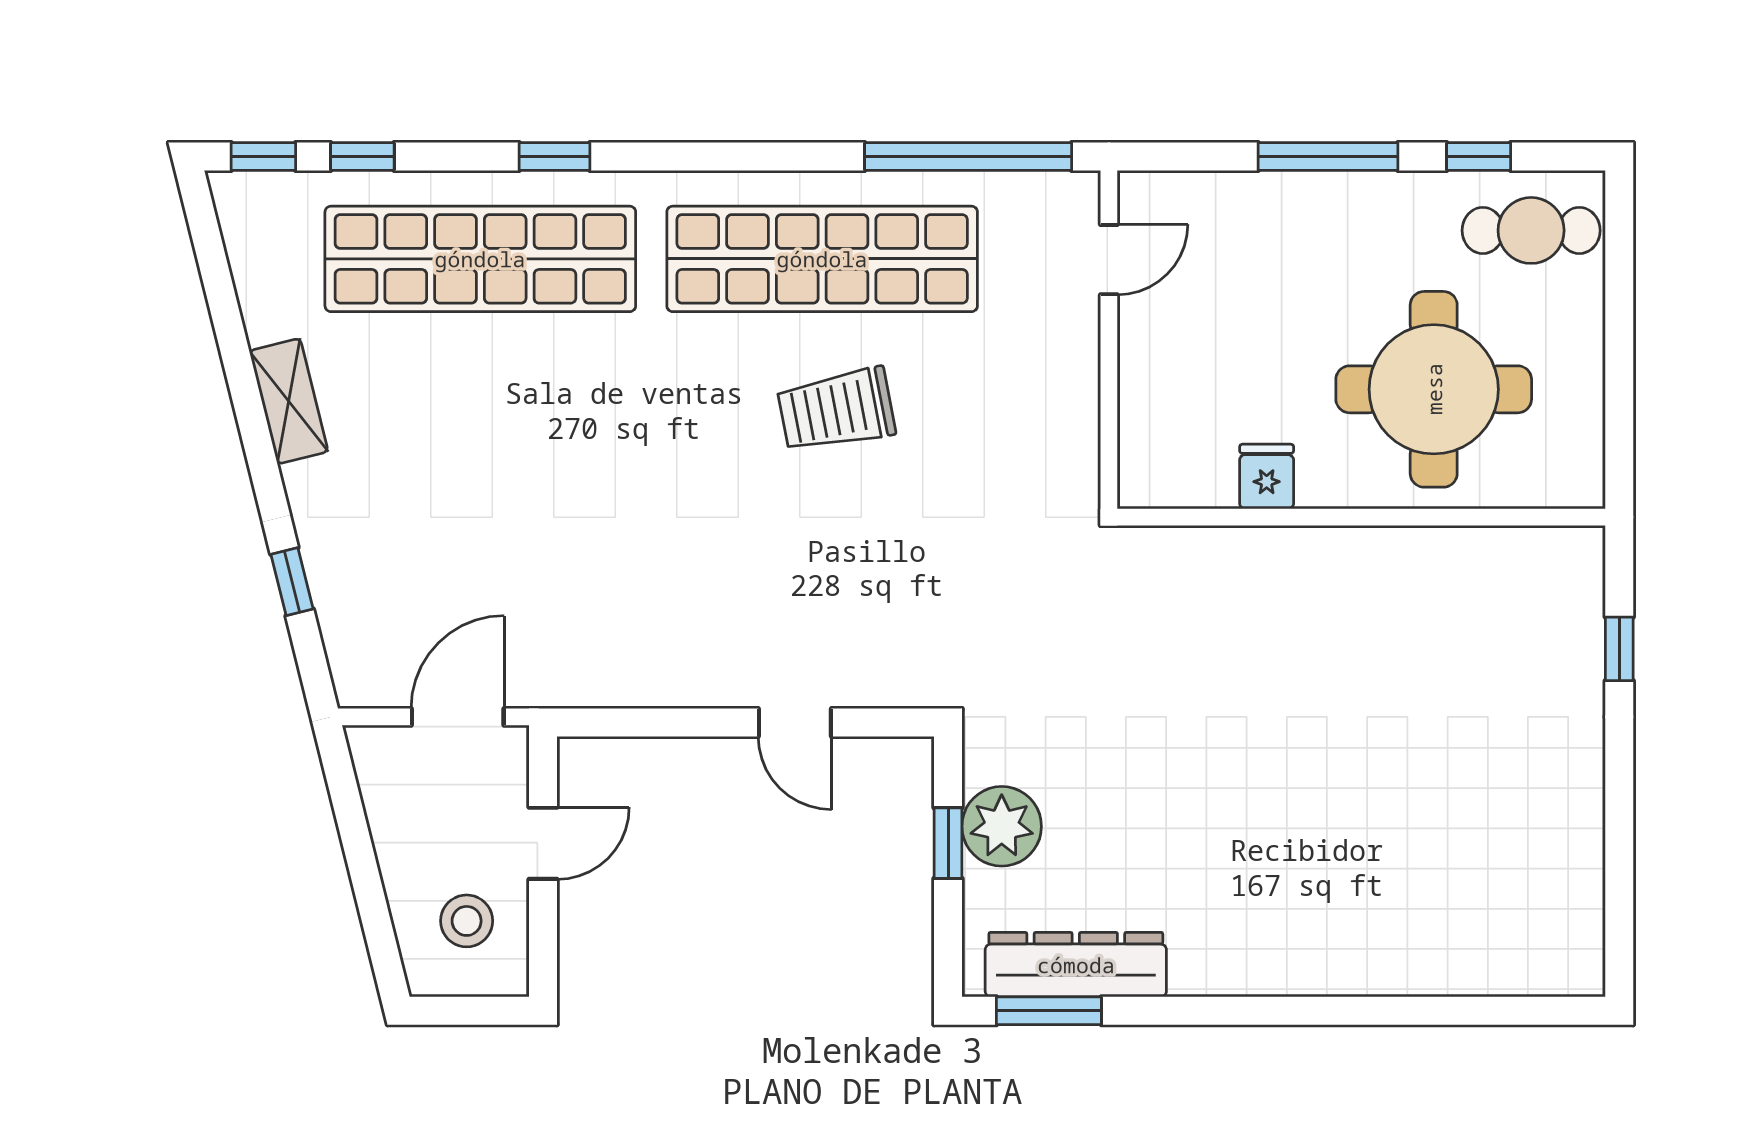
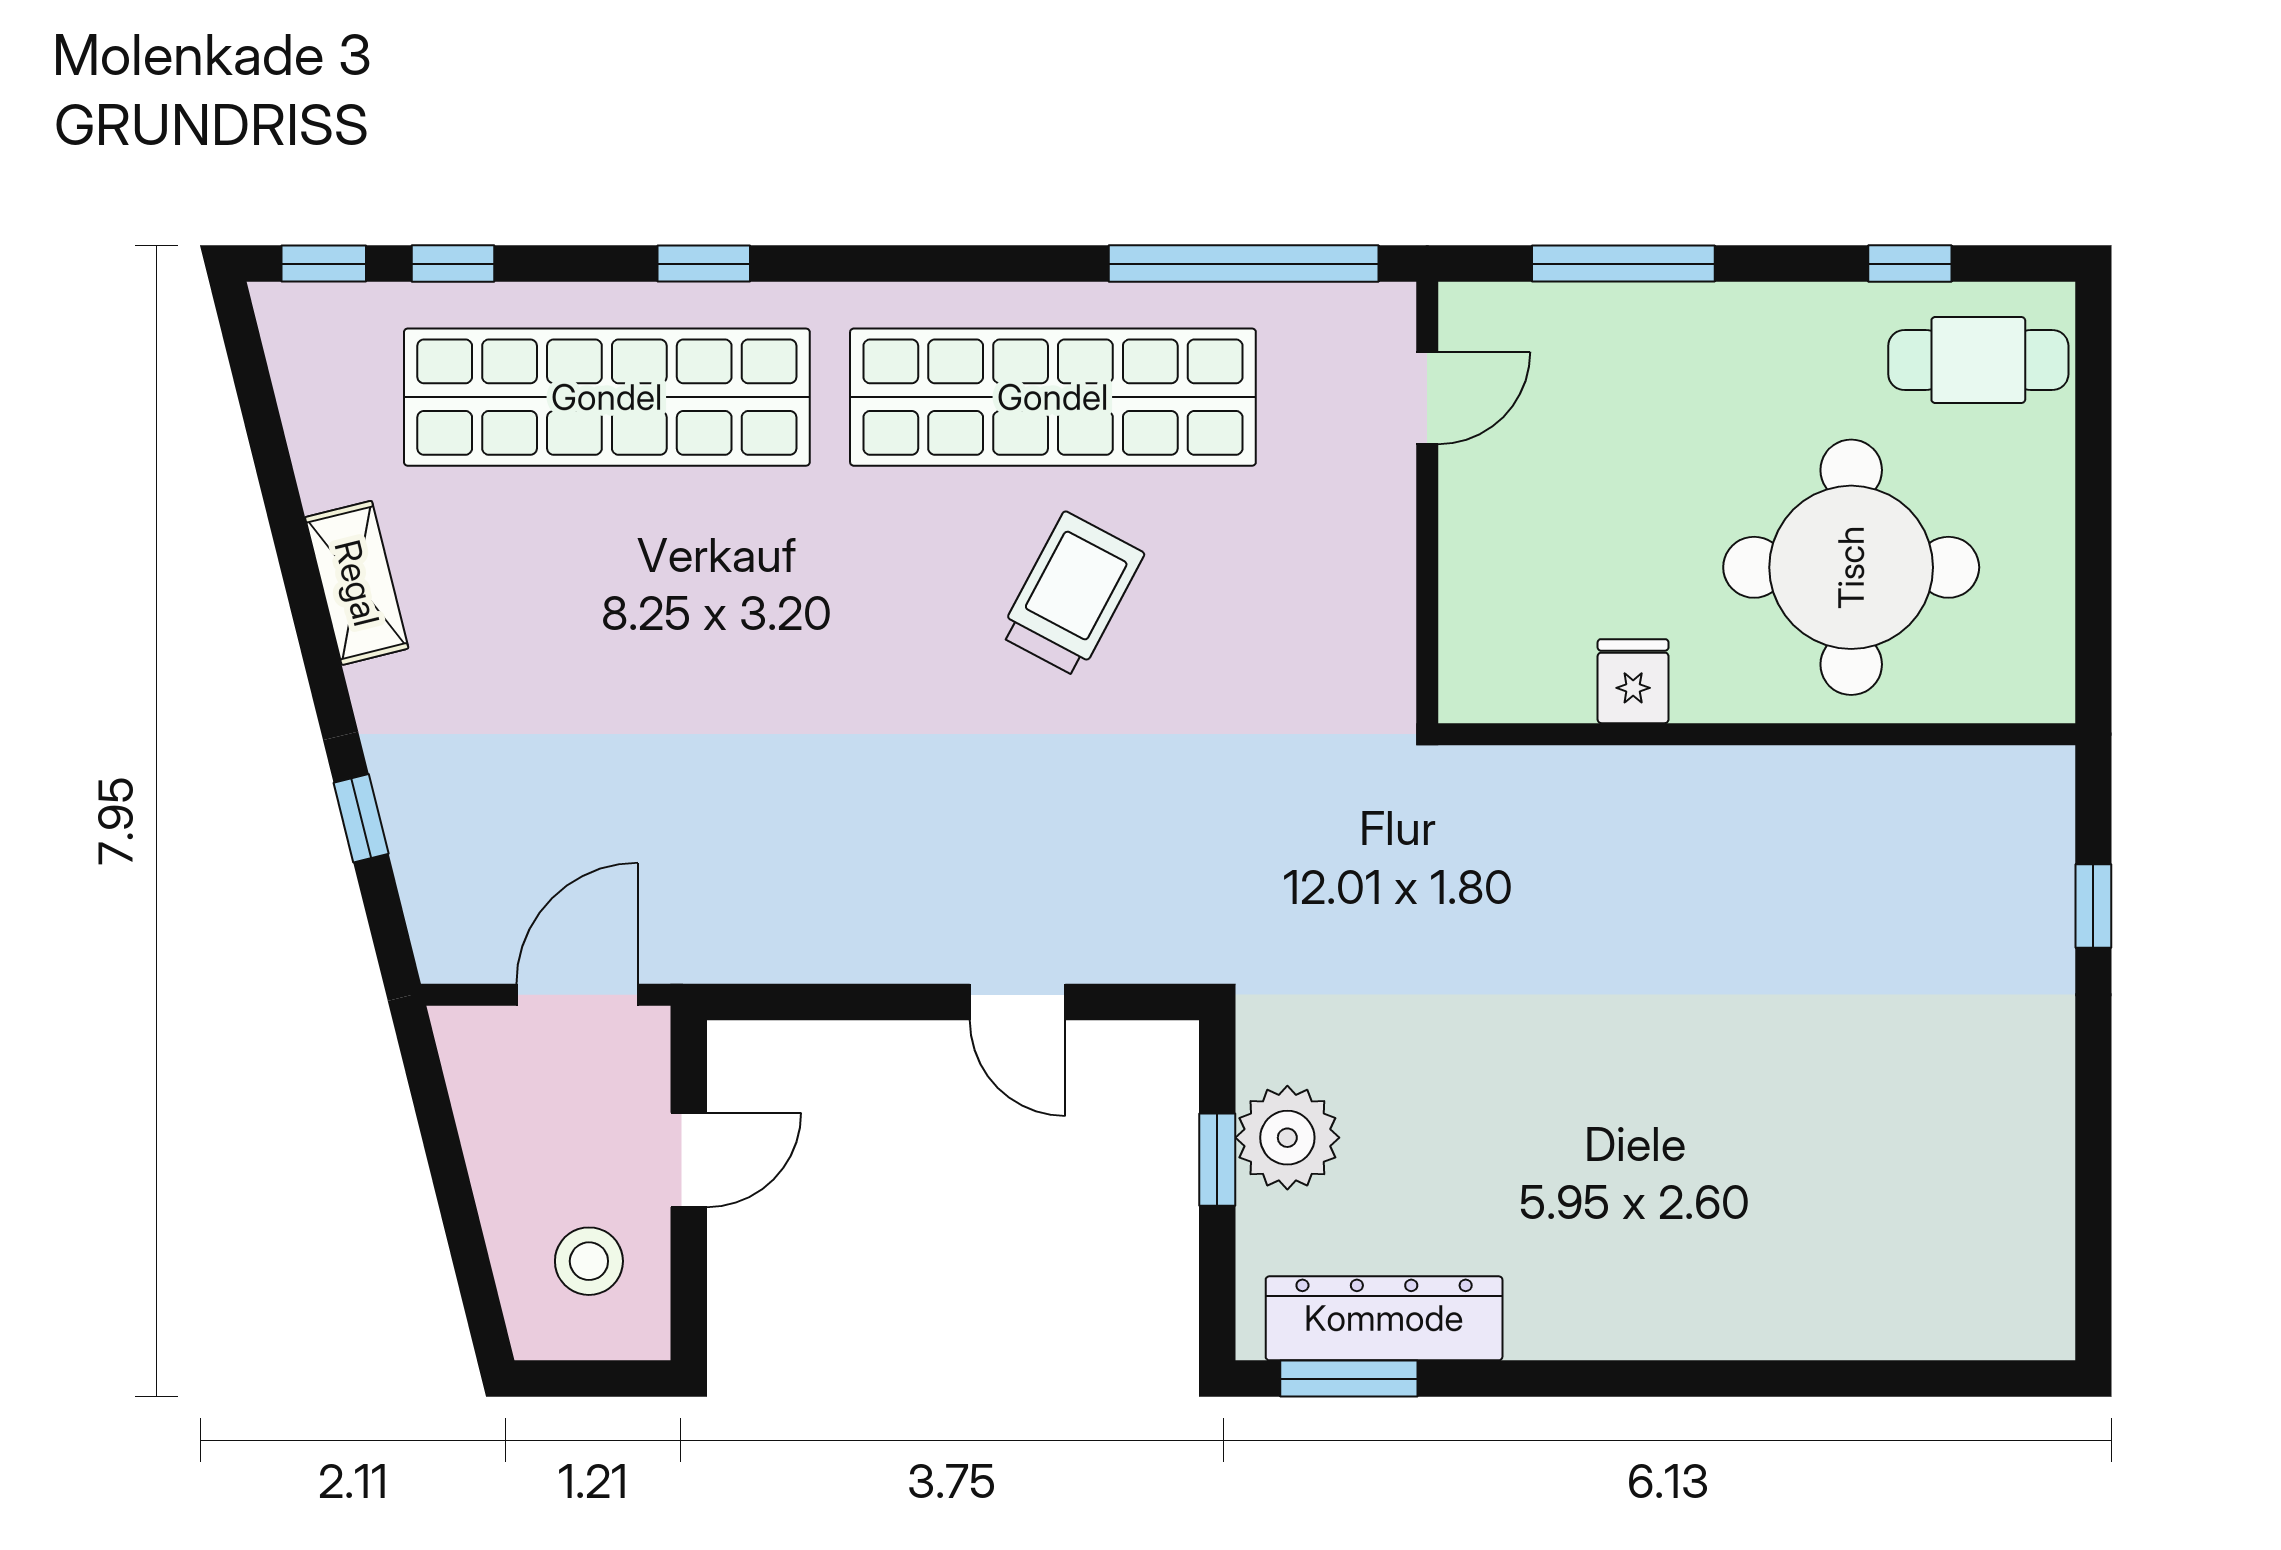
window: (1328, 157) -> (1623, 264), moved
trolley: (836, 410) -> (1071, 594), turned 129

